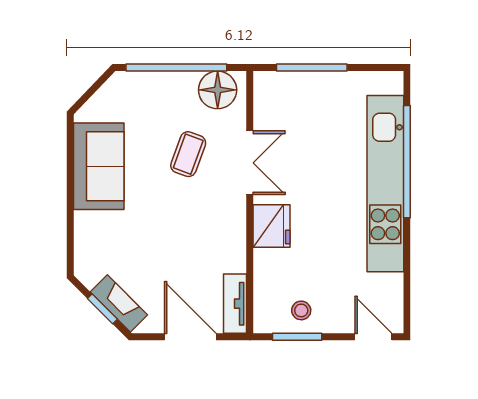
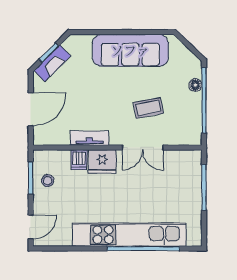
floor lamp: (218, 90) -> (195, 85), moved, width x0.53, depth x0.53
coffee table: (188, 154) -> (148, 108), turned -31
sofa: (99, 166) -> (130, 50), width x1.36
dishwasher: (269, 262) -> (79, 160), added
tv unit: (235, 304) -> (90, 138), moved

